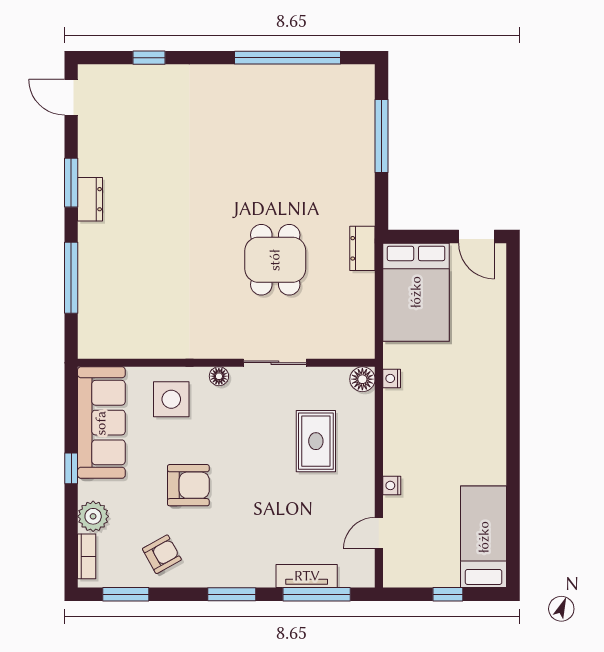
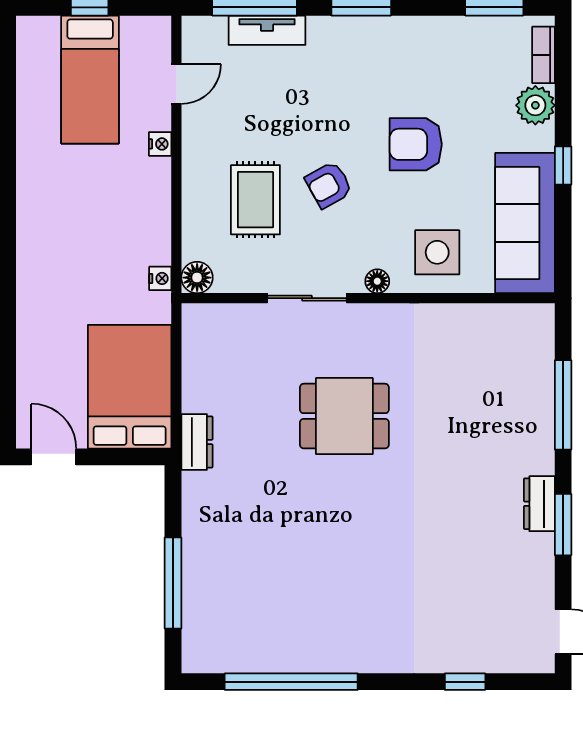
dining table: (275, 260) -> (344, 416), moved, turned 90
bed: (484, 537) -> (90, 80), moved
armchair: (162, 554) -> (329, 185), moved

